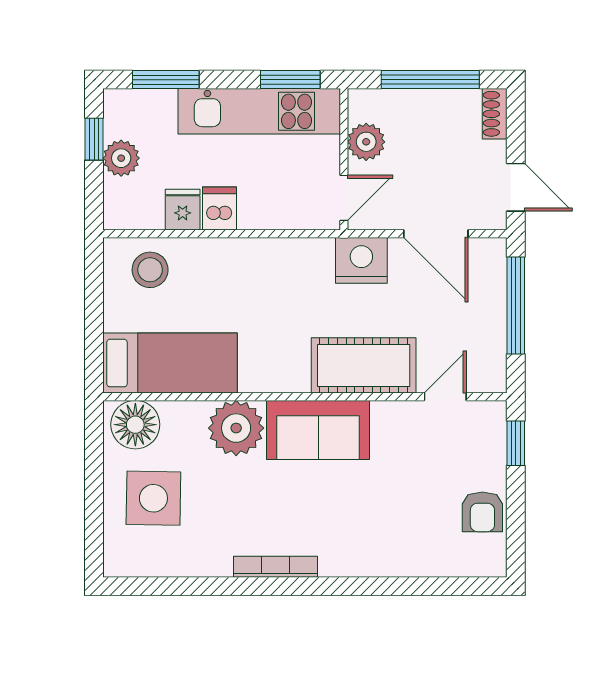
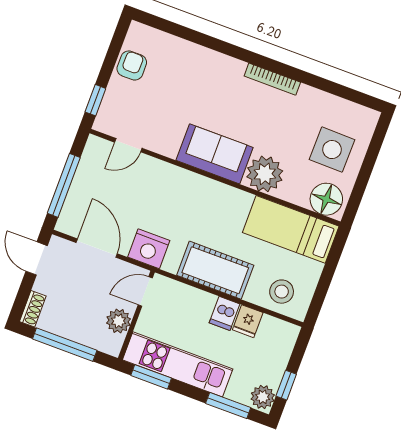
plant: (121, 158) -> (263, 397), moved
cot: (364, 365) -> (215, 270), moved

